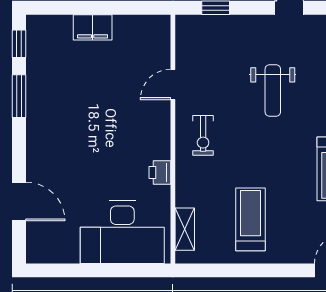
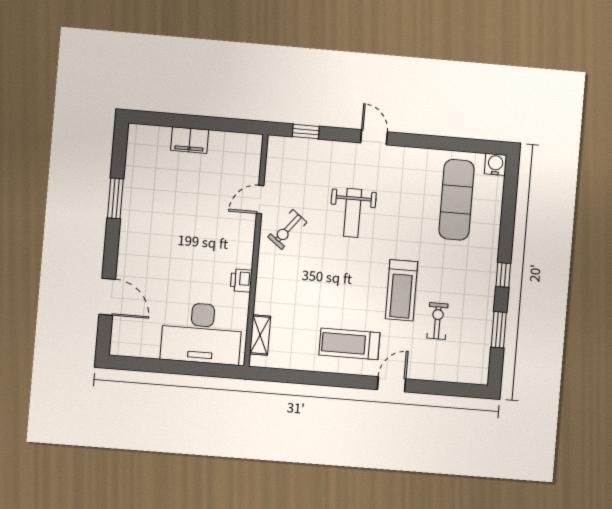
window: (19, 44) -> (119, 150), removed
exercise bike: (203, 135) -> (287, 230), moved, turned 38
treadmill: (251, 219) -> (349, 344), moved, turned -90

